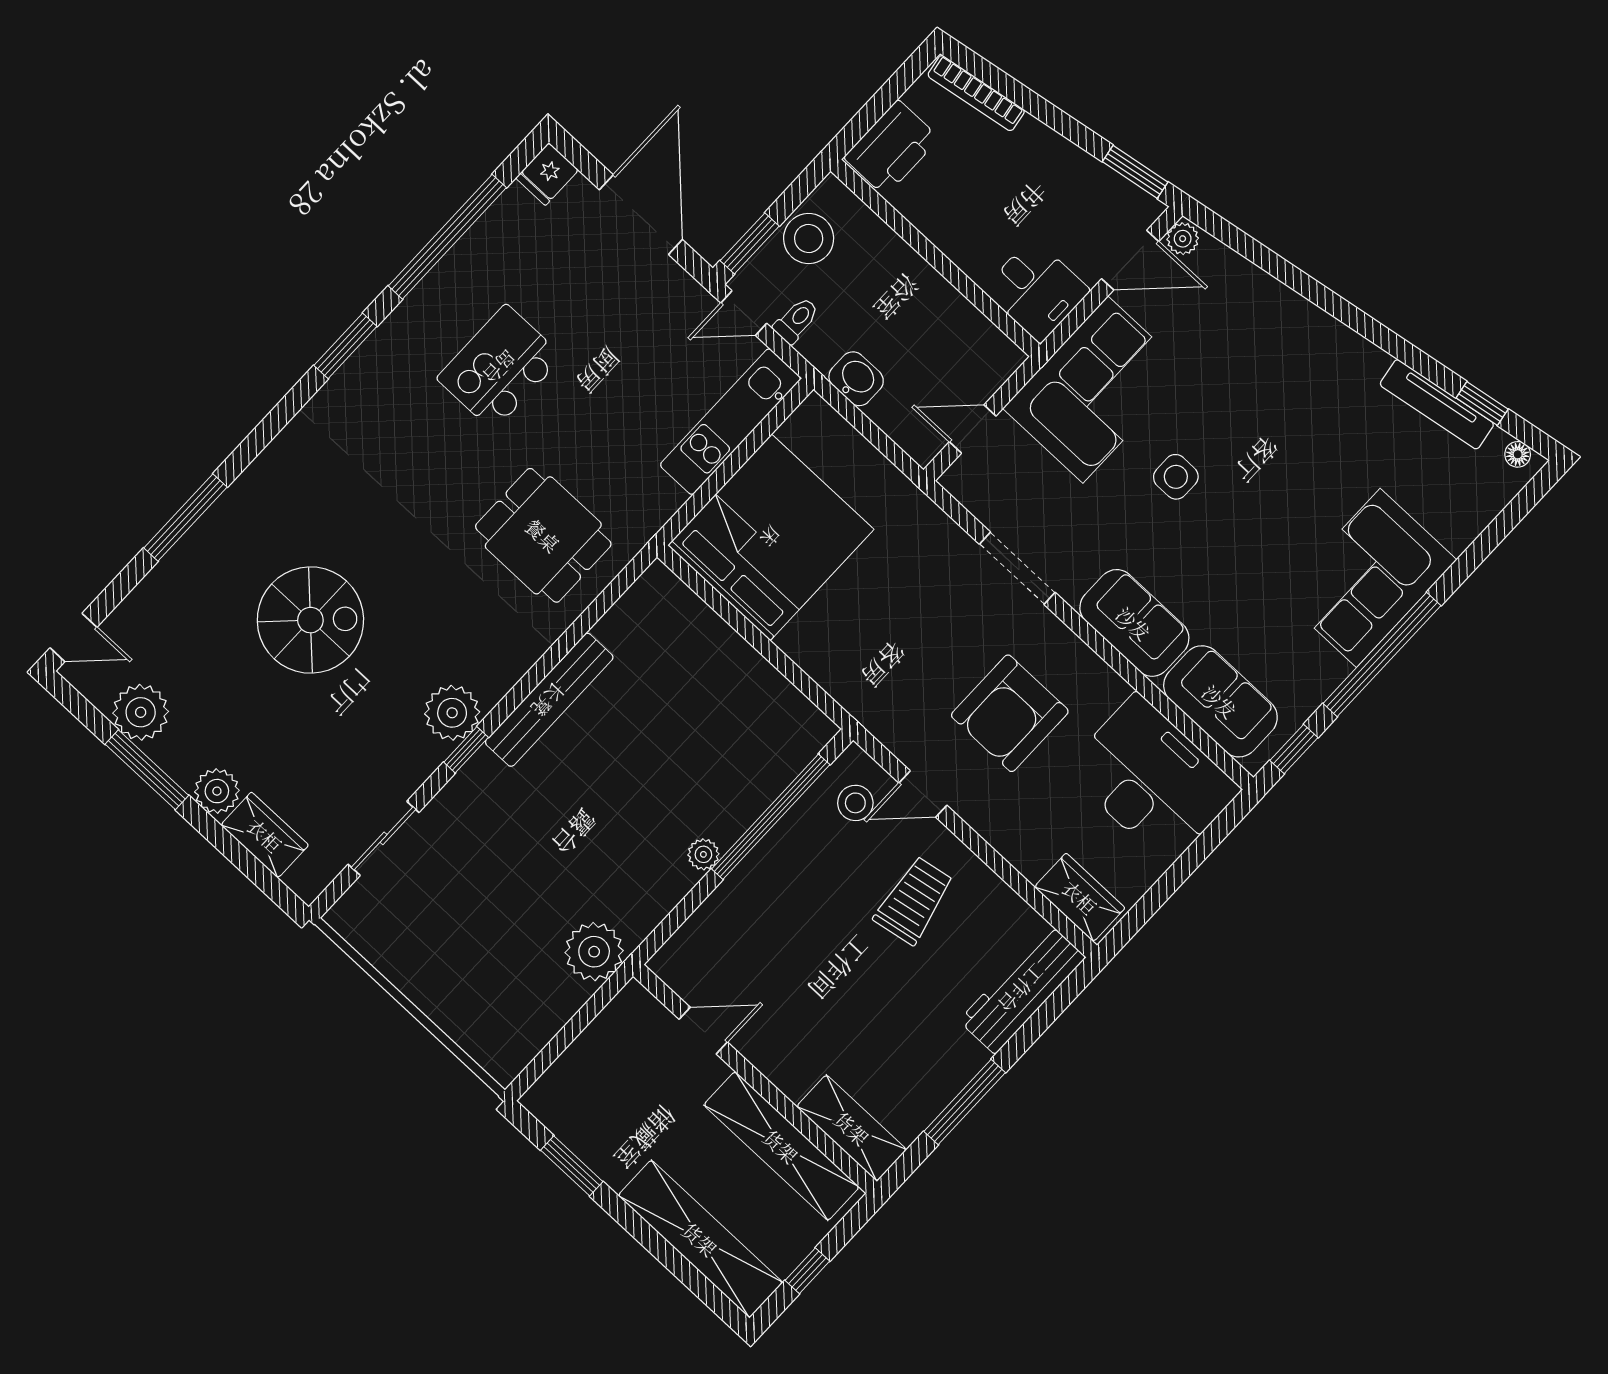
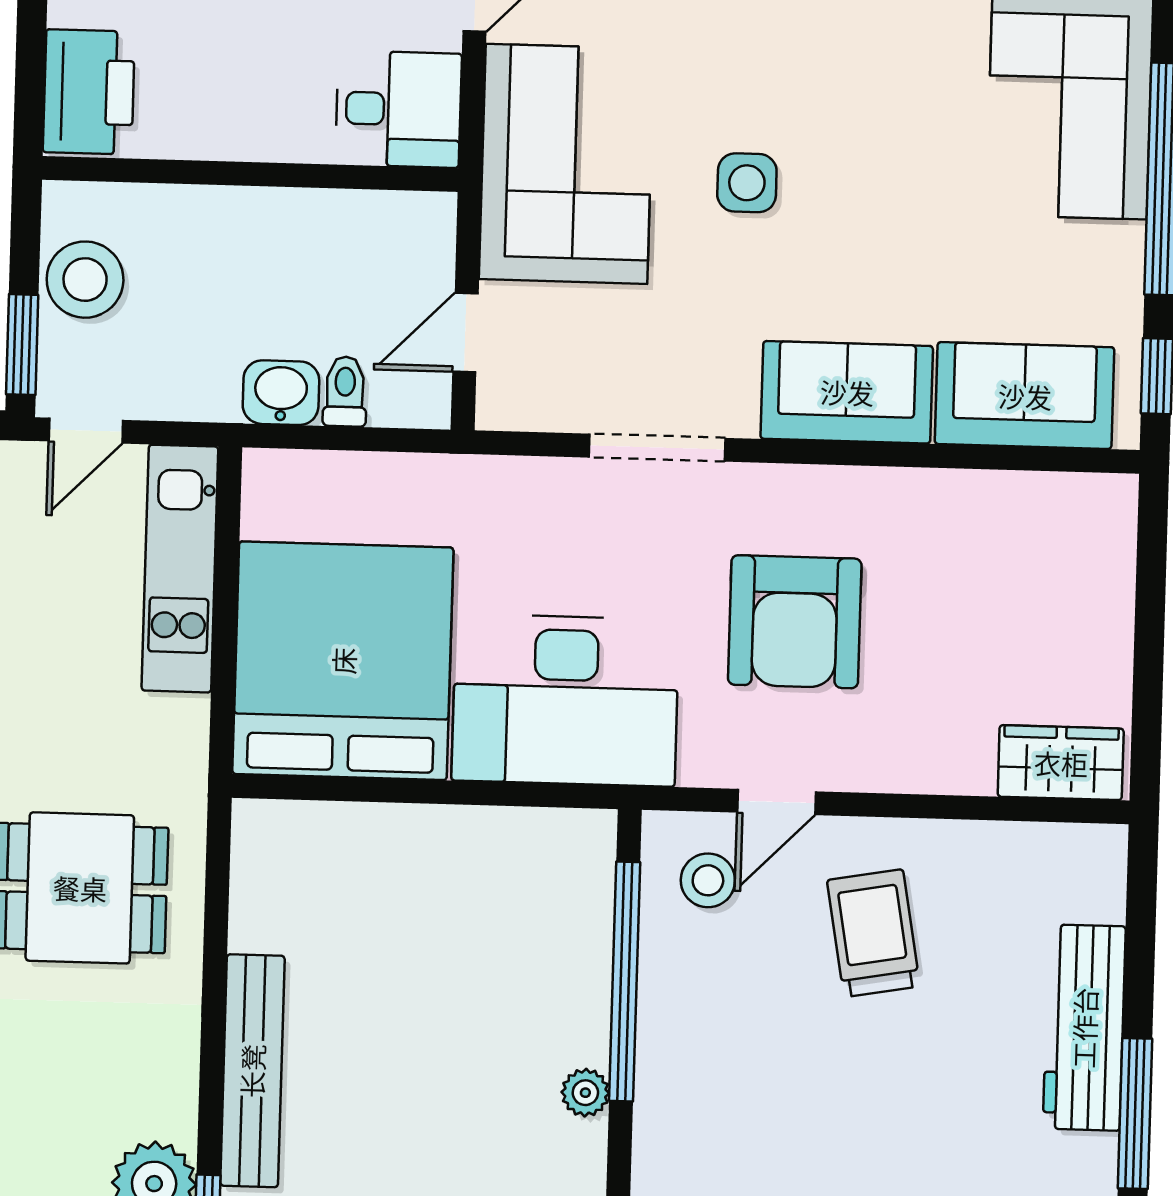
toilet: (796, 320) -> (345, 391), moved
desk: (1152, 780) -> (565, 700), moved, turned 180
workbench: (1022, 989) -> (1084, 1028), moved

